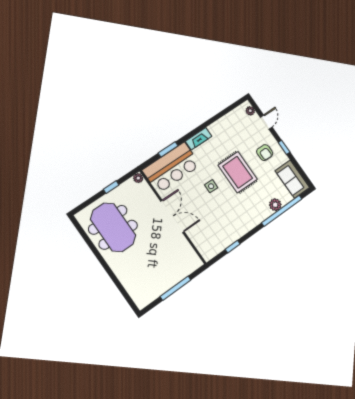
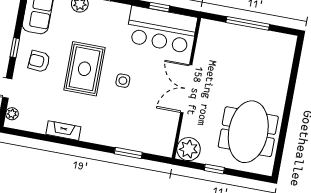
fireplace: (199, 139) -> (63, 131), moved
armchair: (265, 153) -> (39, 61), turned -86
bar counter: (172, 168) -> (161, 30), moved, turned 180
plant: (138, 178) -> (189, 149), width x1.88, depth x1.88

